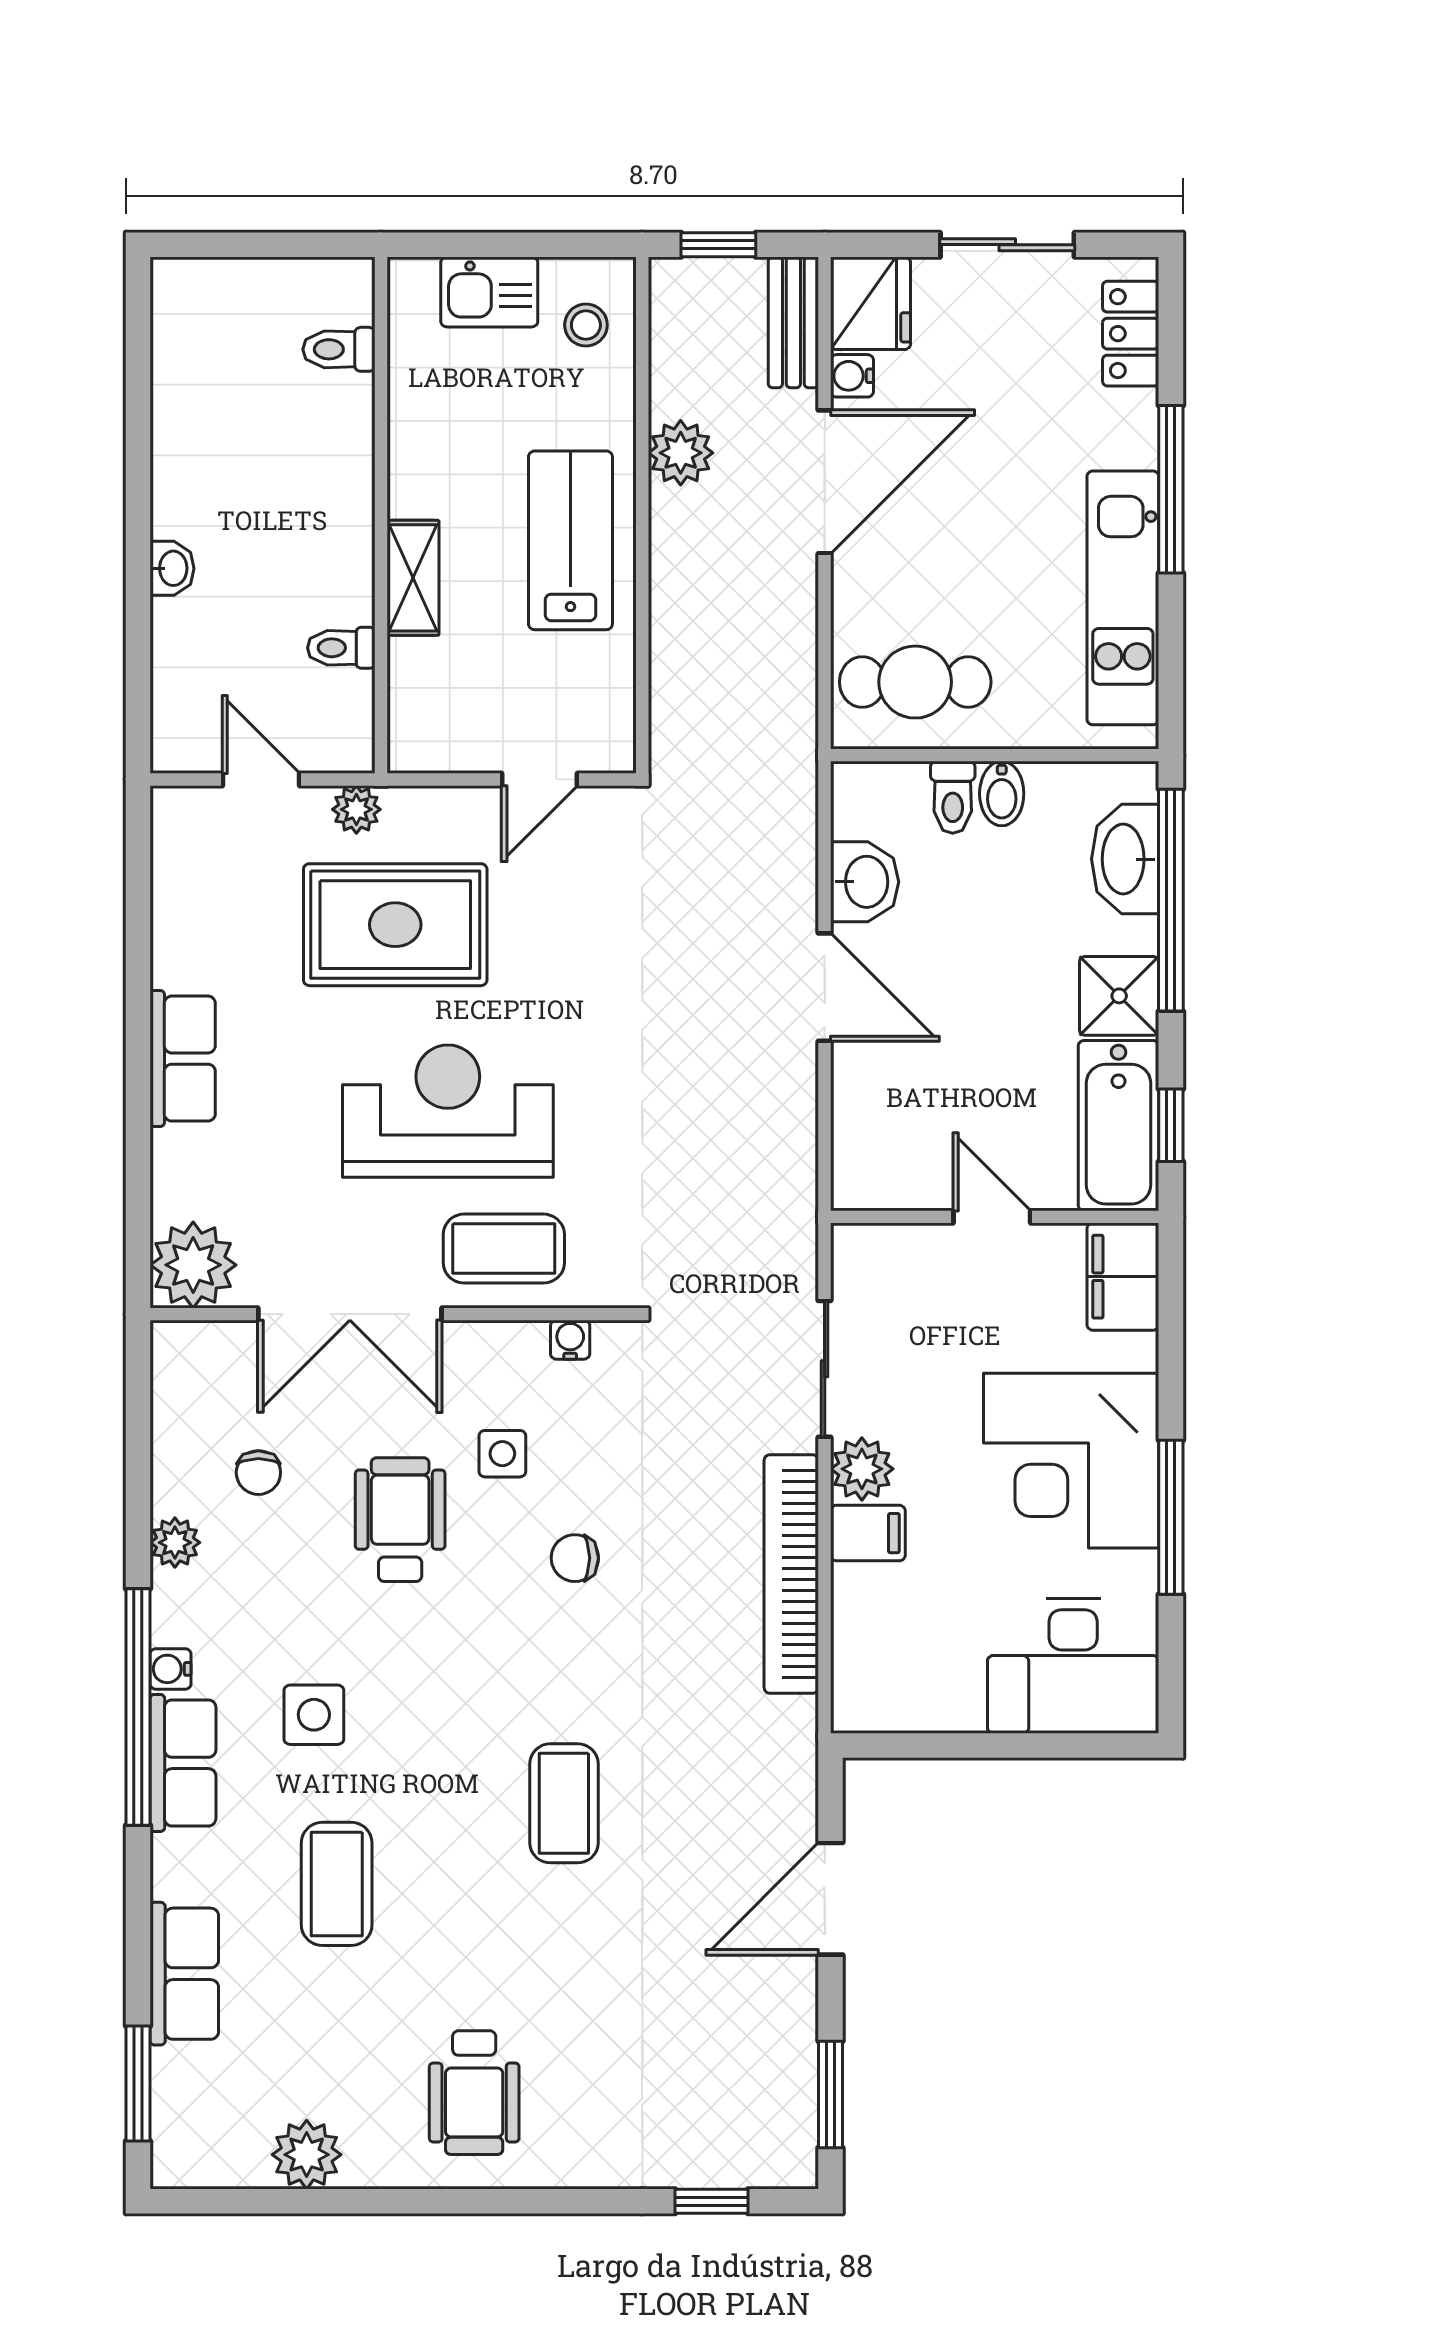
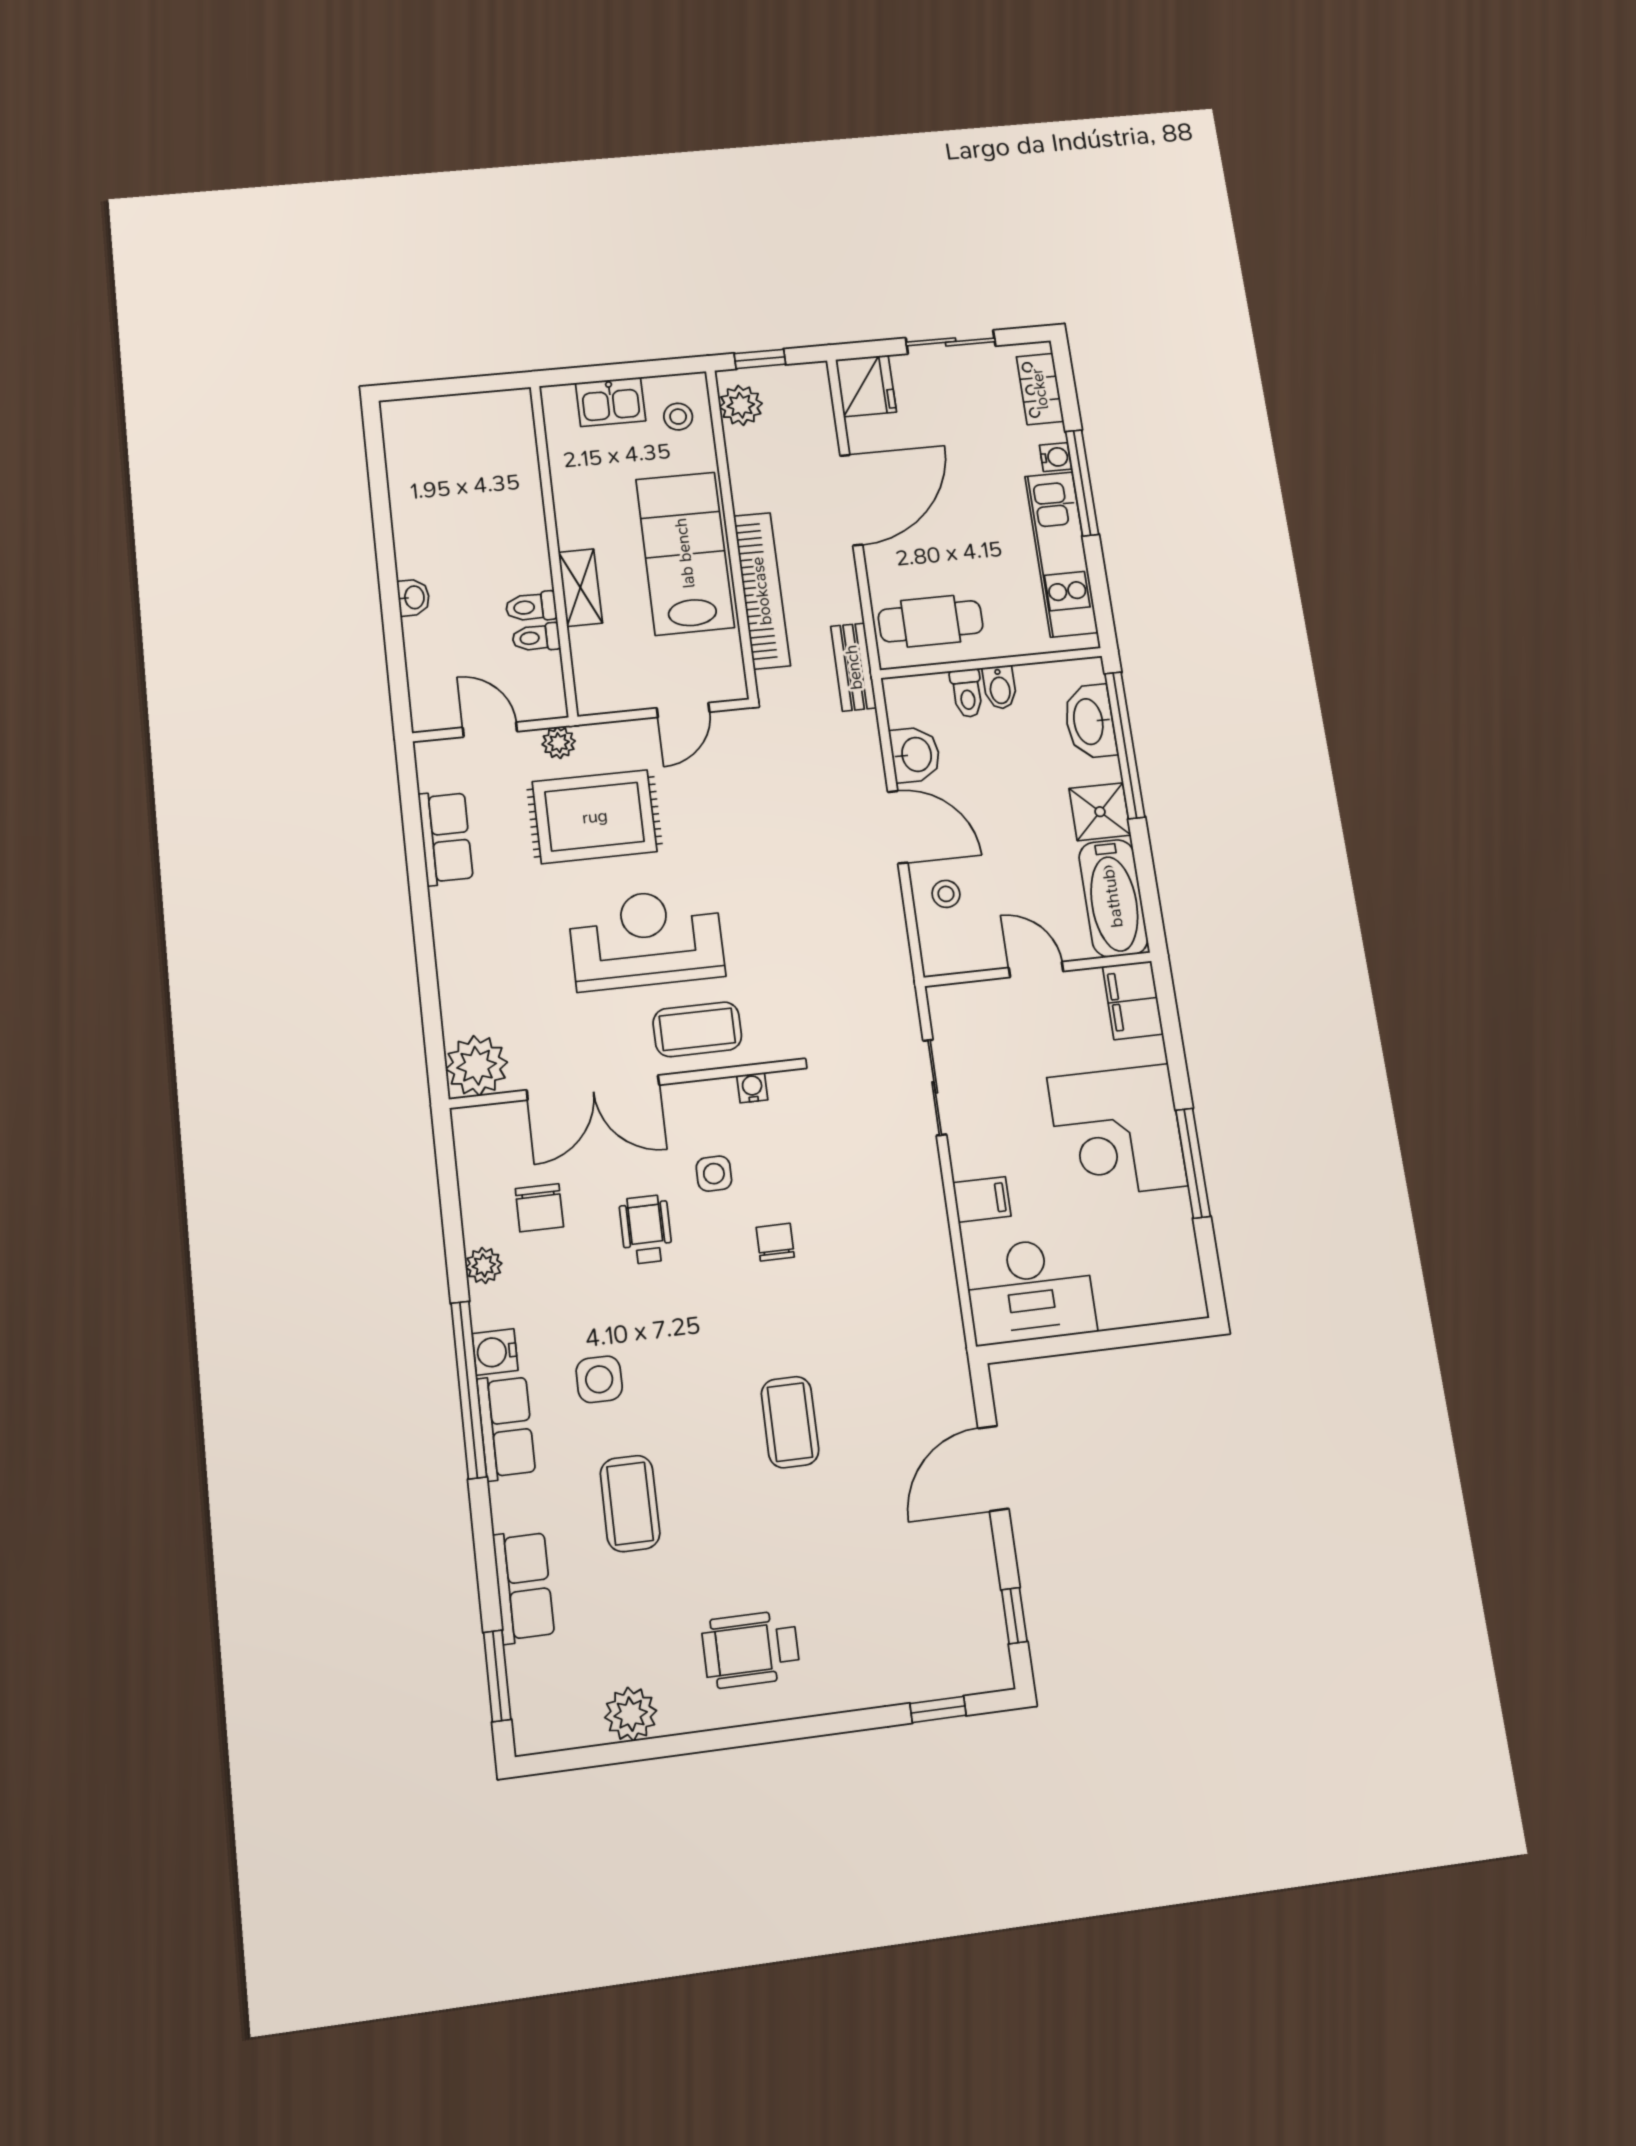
bench: (793, 322) -> (854, 667), moved
toilet: (339, 349) -> (531, 607), moved
water cooler: (852, 376) -> (1055, 457), moved, turned 180
plant: (681, 453) -> (741, 405), moved
lab bench: (570, 540) -> (685, 553), width x1.36, depth x1.39
row of seats: (183, 1059) -> (446, 838), moved
stool: (880, 1093) -> (946, 894), added
window: (1171, 1125) -> (1149, 894), removed
plant: (862, 1469) -> (971, 1155), removed
chair: (258, 1473) -> (539, 1208), width x1.37, depth x1.37
wheelchair: (400, 1520) -> (646, 1229), width x0.73, depth x0.73
chair: (575, 1558) -> (775, 1242), turned 90
bookcase: (791, 1574) -> (762, 591), moved, turned 180
desk: (1073, 1666) -> (1030, 1291), moved
water cooler: (171, 1669) -> (495, 1352), width x1.38, depth x1.38
wheelchair: (474, 2093) -> (751, 1649), turned 90
window: (831, 2094) -> (1014, 1616), width x0.67

